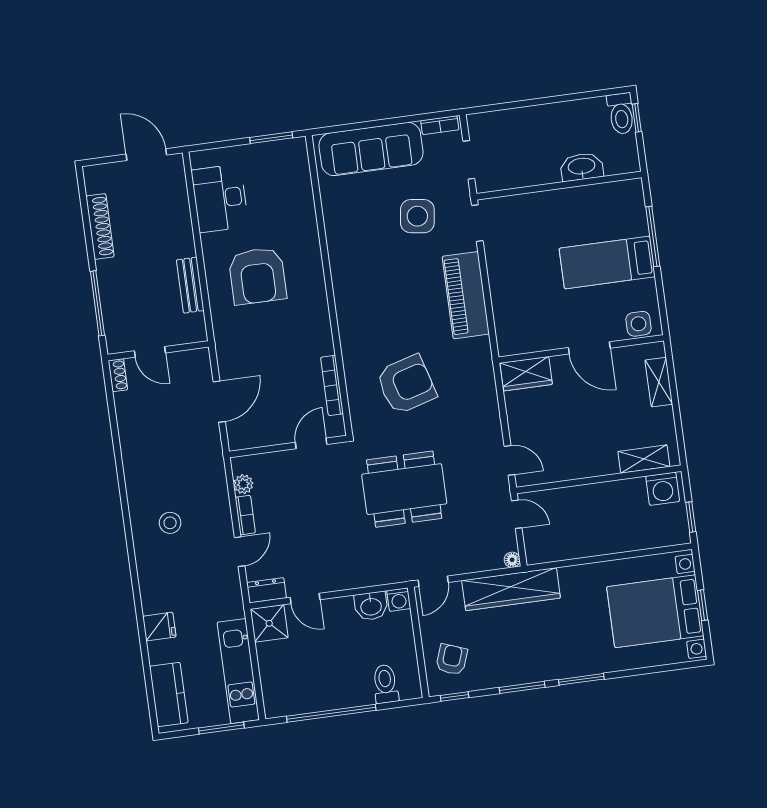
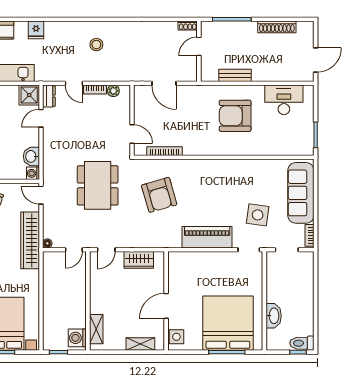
bed: (607, 263) -> (228, 323), width x2.04
wardrobe: (526, 374) -> (139, 260), moved, turned -90

